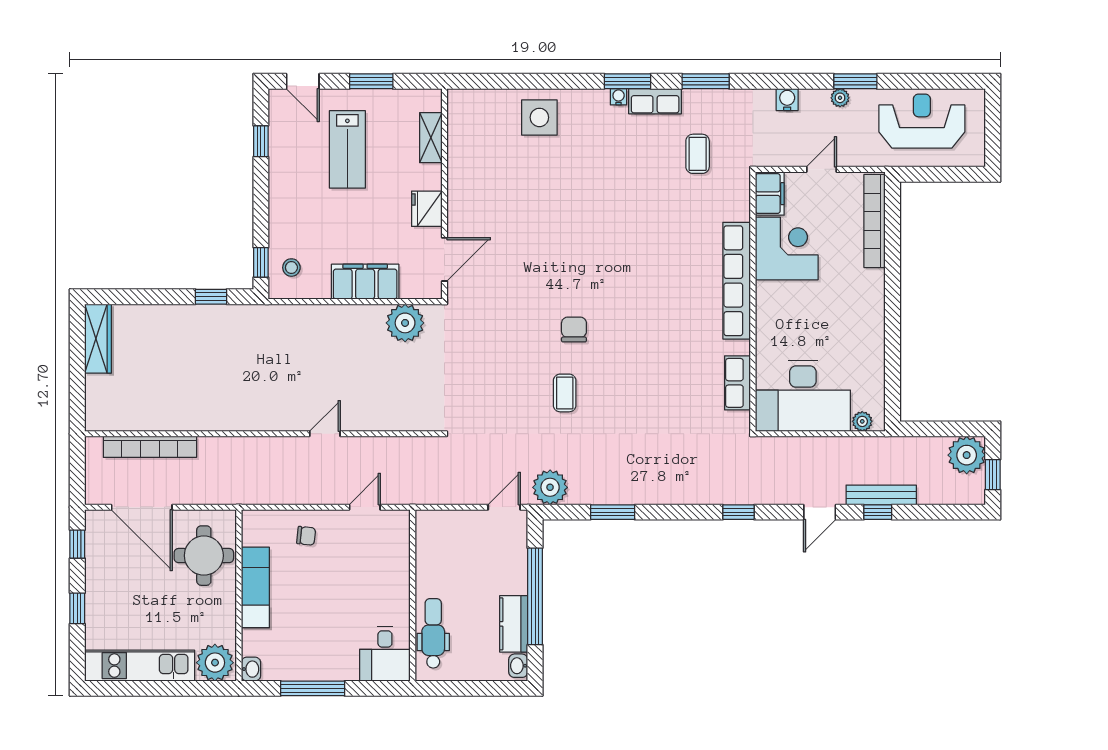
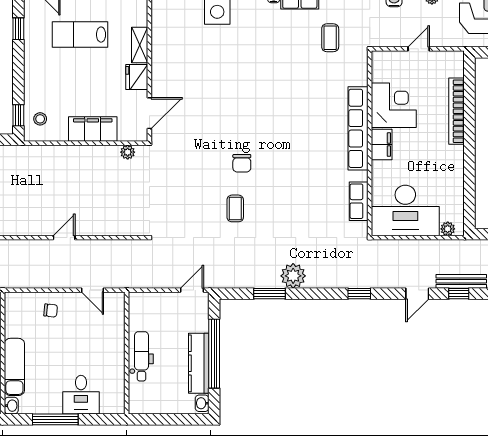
shelving: (431, 138) -> (140, 45), moved
lab bench: (347, 149) -> (80, 35), turned 90
filing cabinet: (770, 194) -> (382, 145), moved
bookcase: (875, 221) -> (456, 111), moved
plant: (405, 323) -> (128, 152), width x0.53, depth x0.53
chair: (574, 330) -> (242, 163), turned 180
plant: (550, 487) -> (293, 276), moved
door: (365, 507) -> (92, 290), swing flipped
exam couch: (255, 587) -> (14, 367), moved
kitchen counter: (514, 624) -> (199, 363), width x1.50
dental chair: (433, 633) -> (141, 356), moved
desk: (385, 654) -> (81, 395), moved

